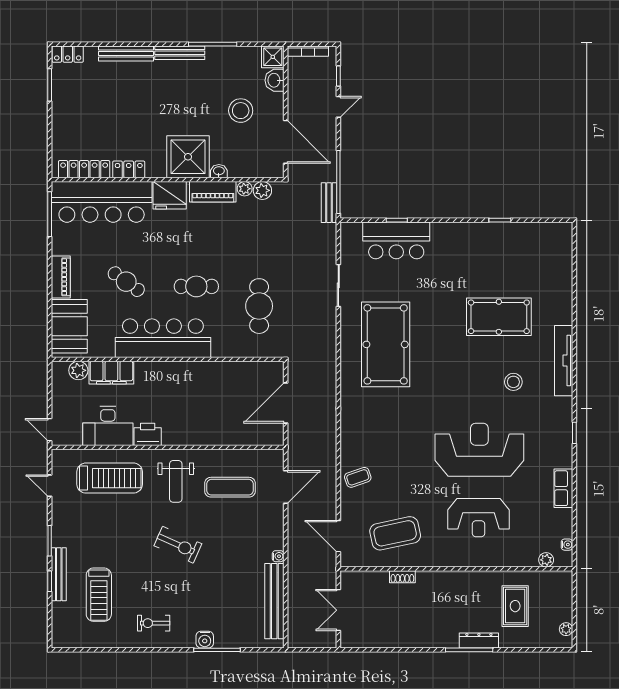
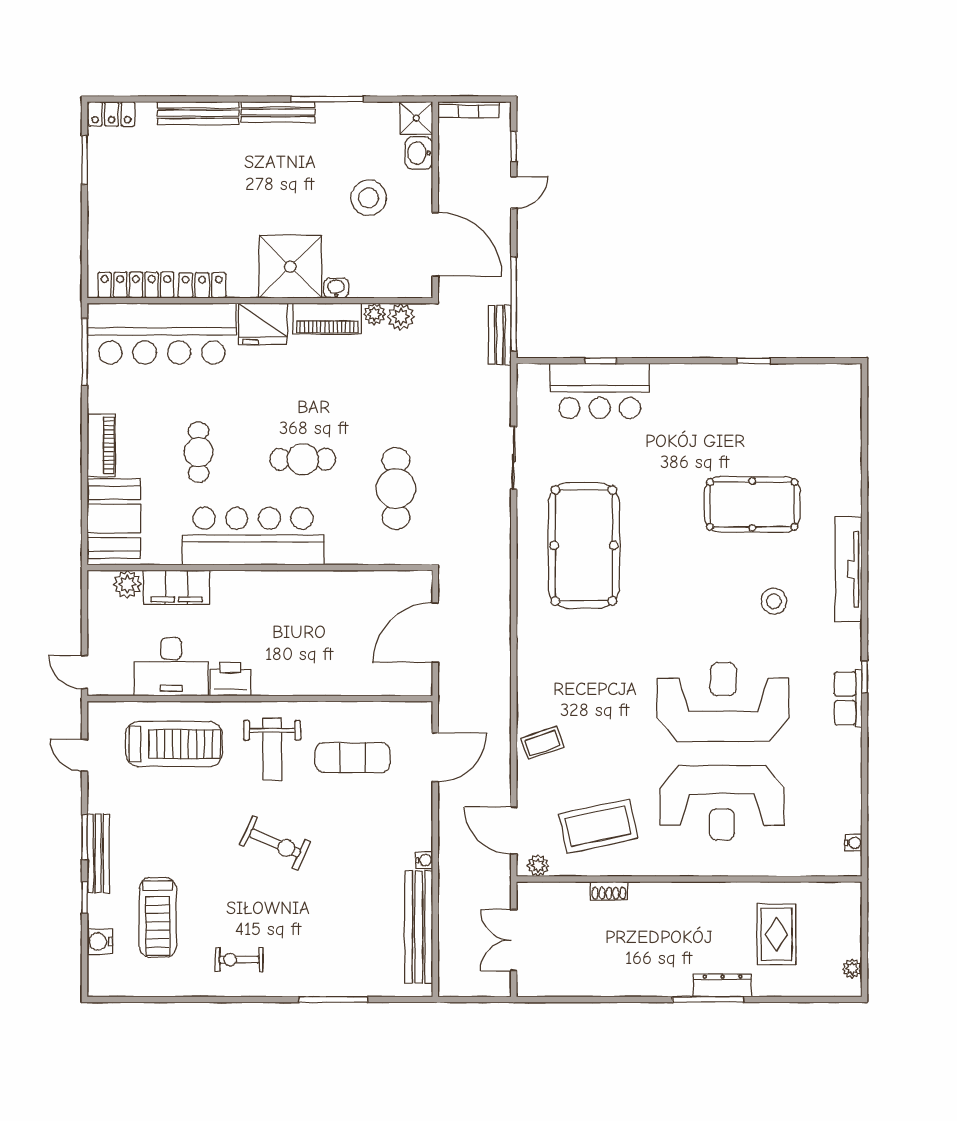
cafe table: (126, 282) -> (198, 452), turned 54
row of seats: (563, 488) -> (848, 698), moved
reception desk: (479, 518) -> (722, 803), width x1.36, depth x1.30
plant: (546, 560) -> (538, 866), moved
bench: (59, 574) -> (98, 854), moved
water cooler: (205, 640) -> (100, 941), moved, turned 90

